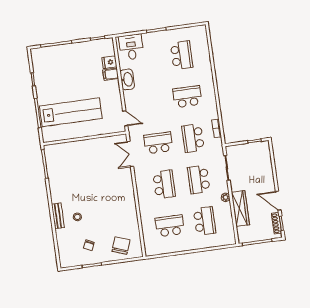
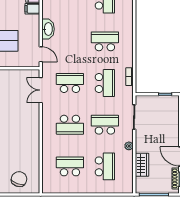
washbasin: (127, 79) -> (48, 29), moved
school desk: (193, 138) -> (105, 83), turned 180
school desk: (199, 180) -> (105, 125), turned 90
school desk: (164, 184) -> (70, 125), turned 90
wardrobe: (240, 209) -> (142, 165), width x0.67

